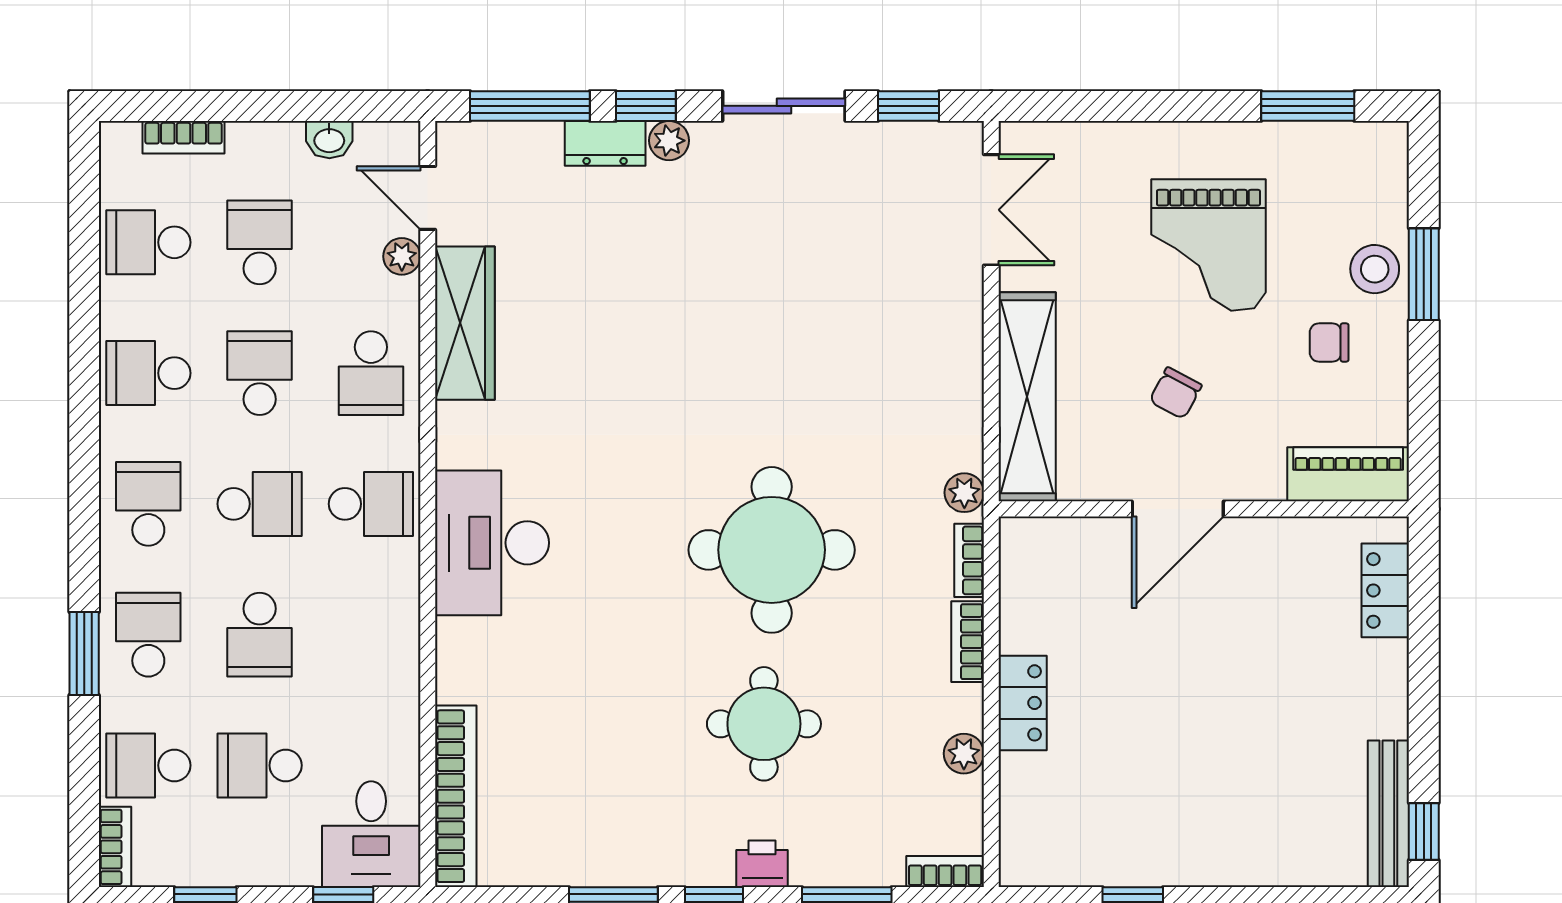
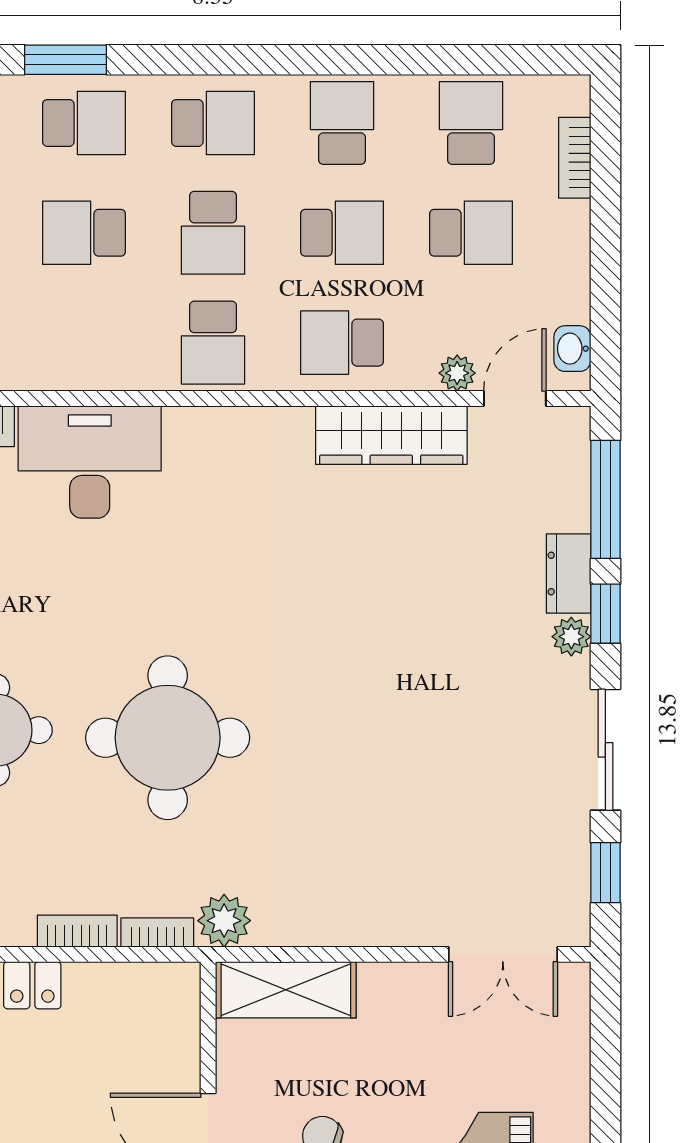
washbasin: (329, 140) -> (572, 349), moved
shelving: (1027, 397) -> (286, 990), width x0.68
plant: (964, 493) -> (224, 921), width x1.38, depth x1.38
desk: (492, 543) -> (90, 462), moved

